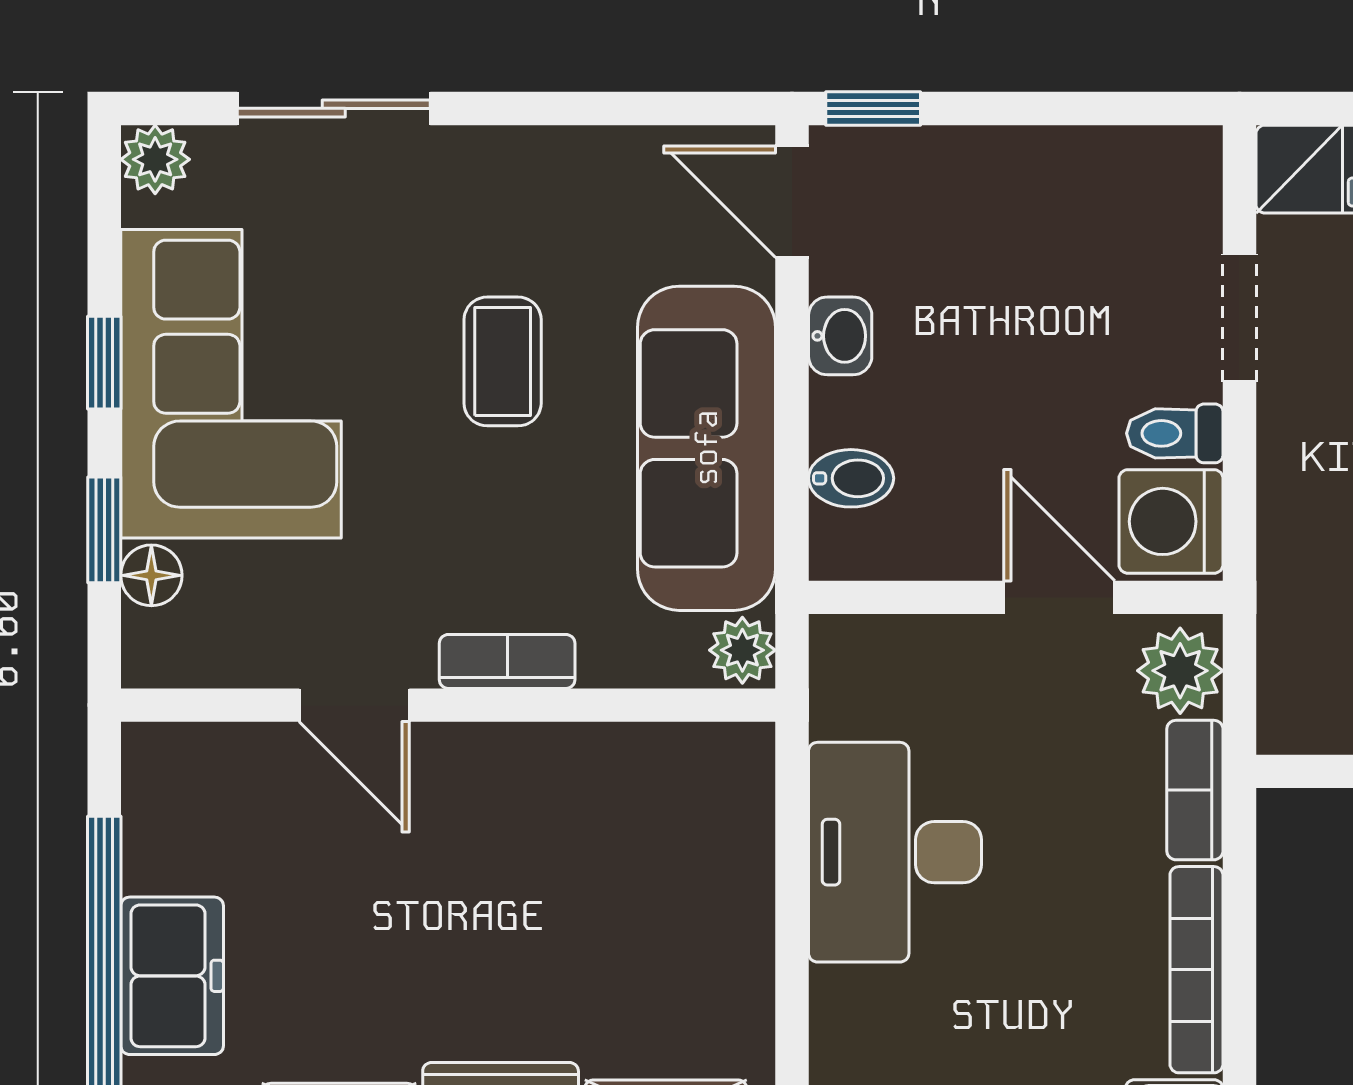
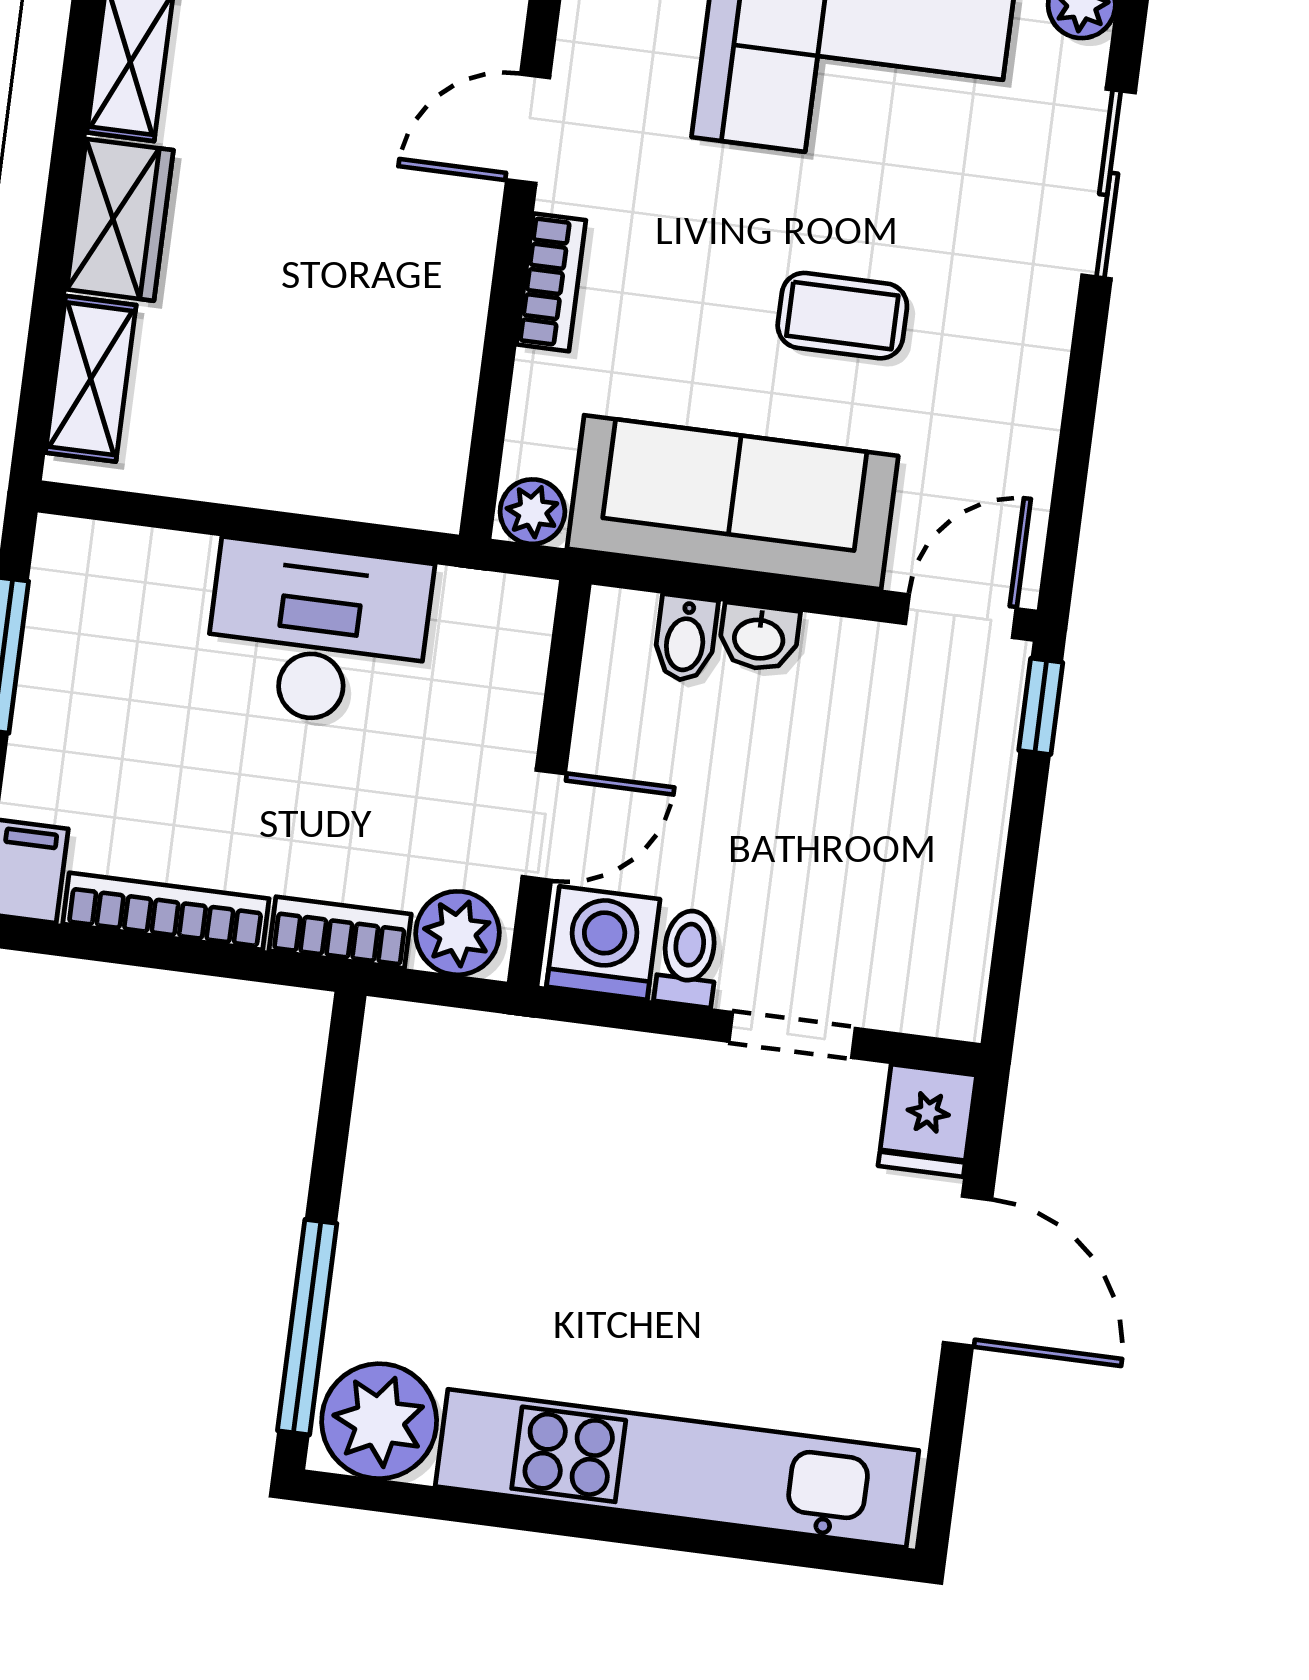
washbasin: (840, 336) -> (759, 637), moved

